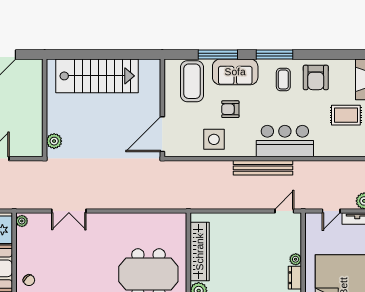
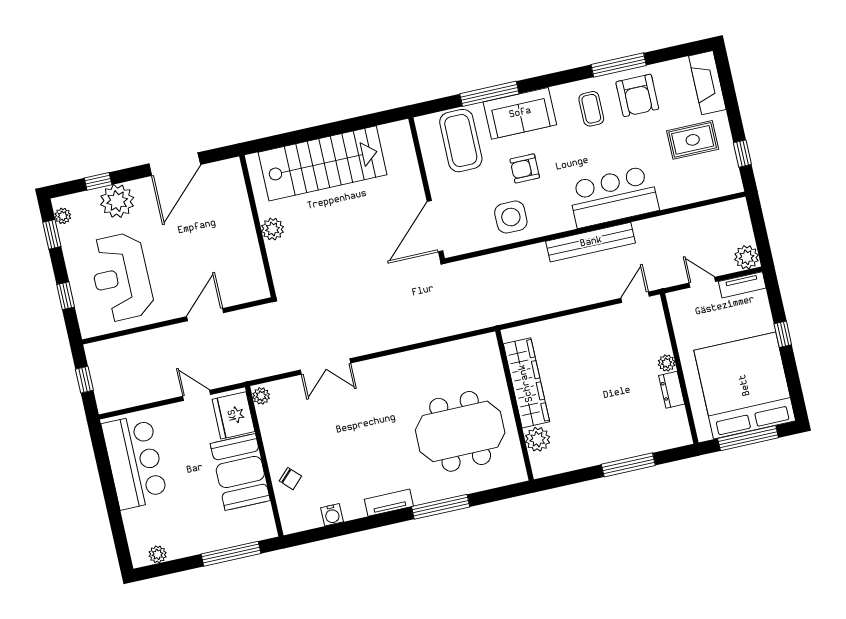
window: (274, 54) -> (619, 65), moved
plant: (54, 141) -> (273, 229), moved
door: (331, 211) -> (702, 282), swing flipped

